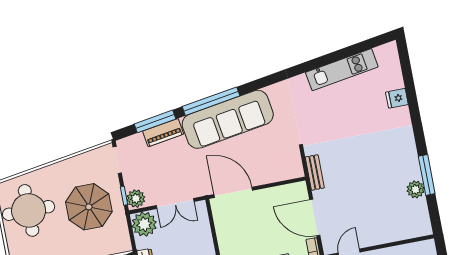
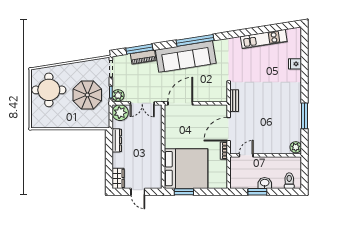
window: (211, 101) -> (195, 40), moved
plant: (416, 189) -> (296, 147), moved
door: (233, 192) -> (180, 103), hinge flipped
door: (315, 218) -> (229, 129), hinge flipped

